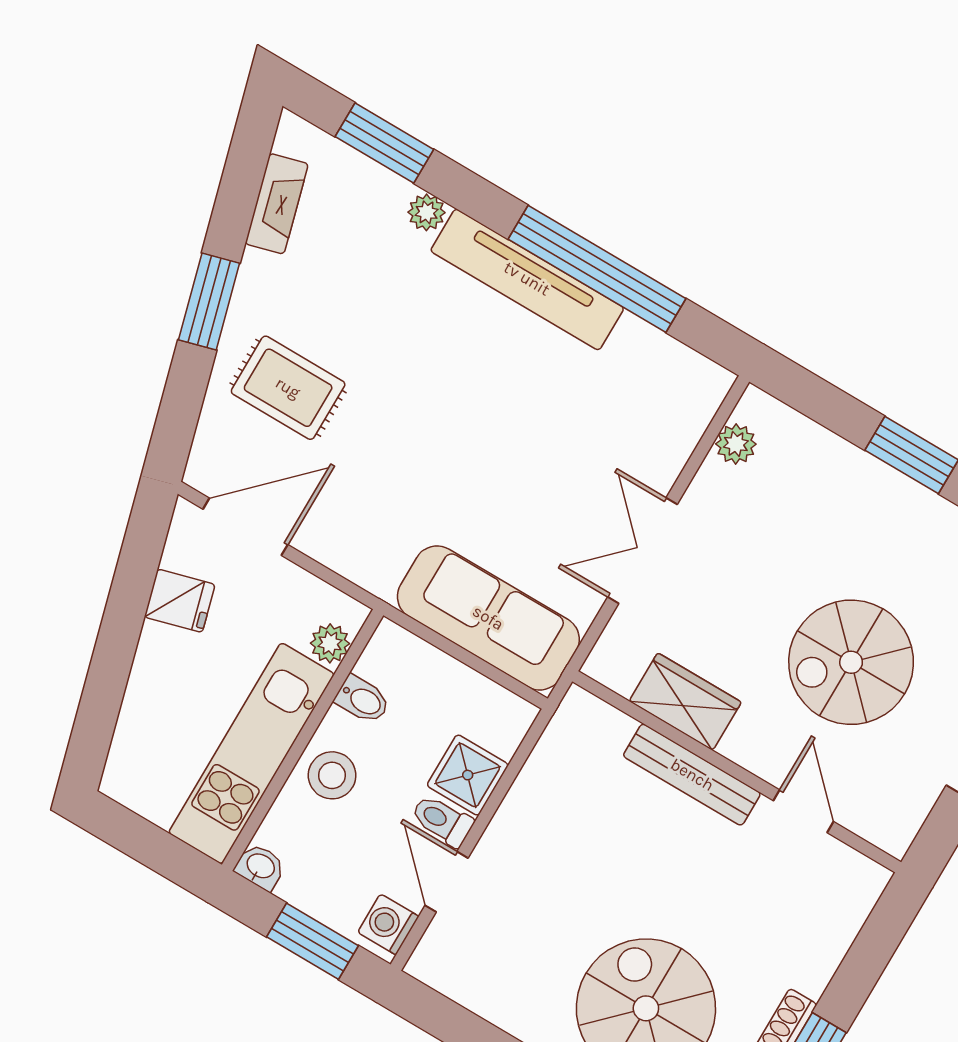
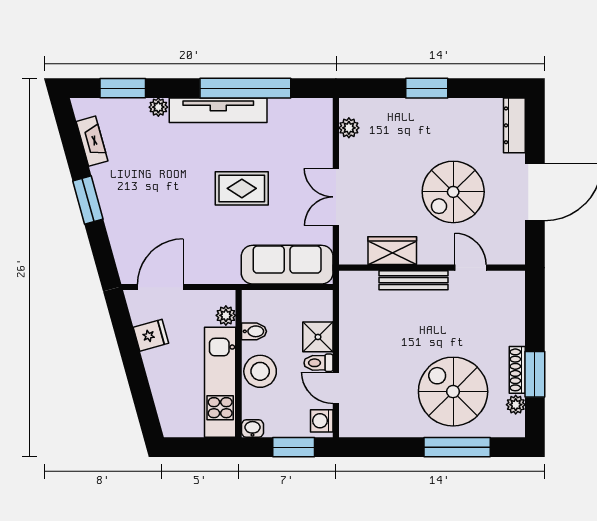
rug: (288, 388) -> (242, 188), moved
stool: (332, 775) -> (260, 371), width x1.38, depth x1.38

